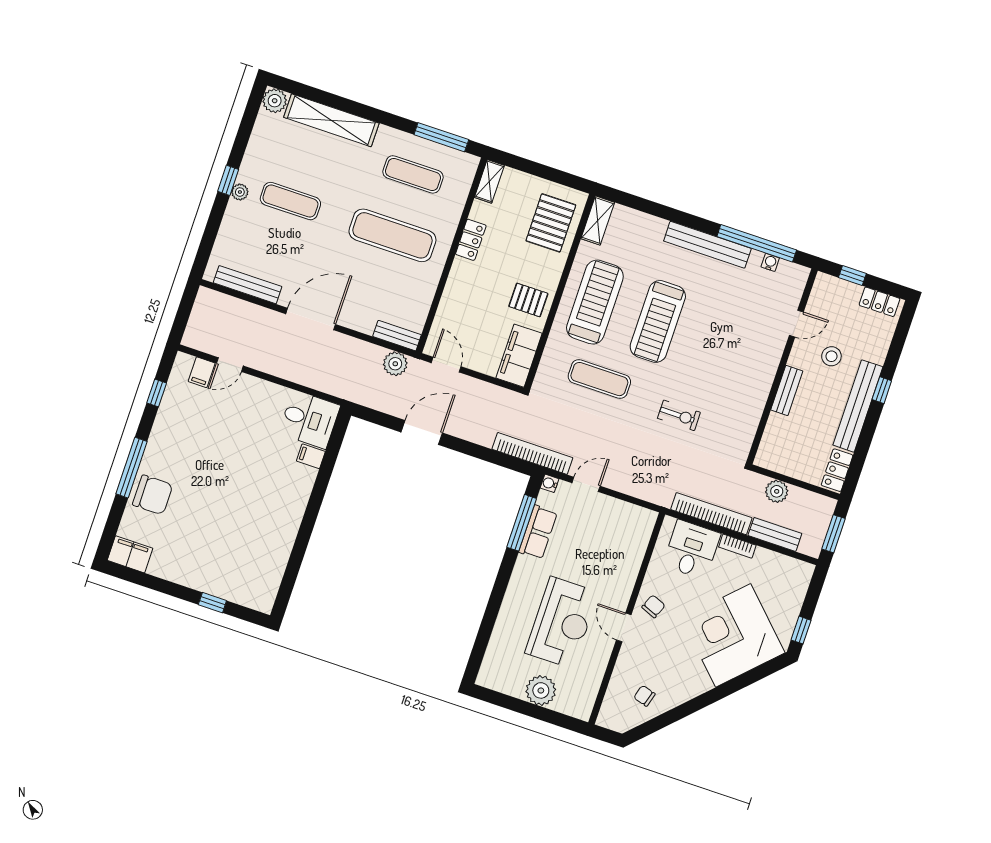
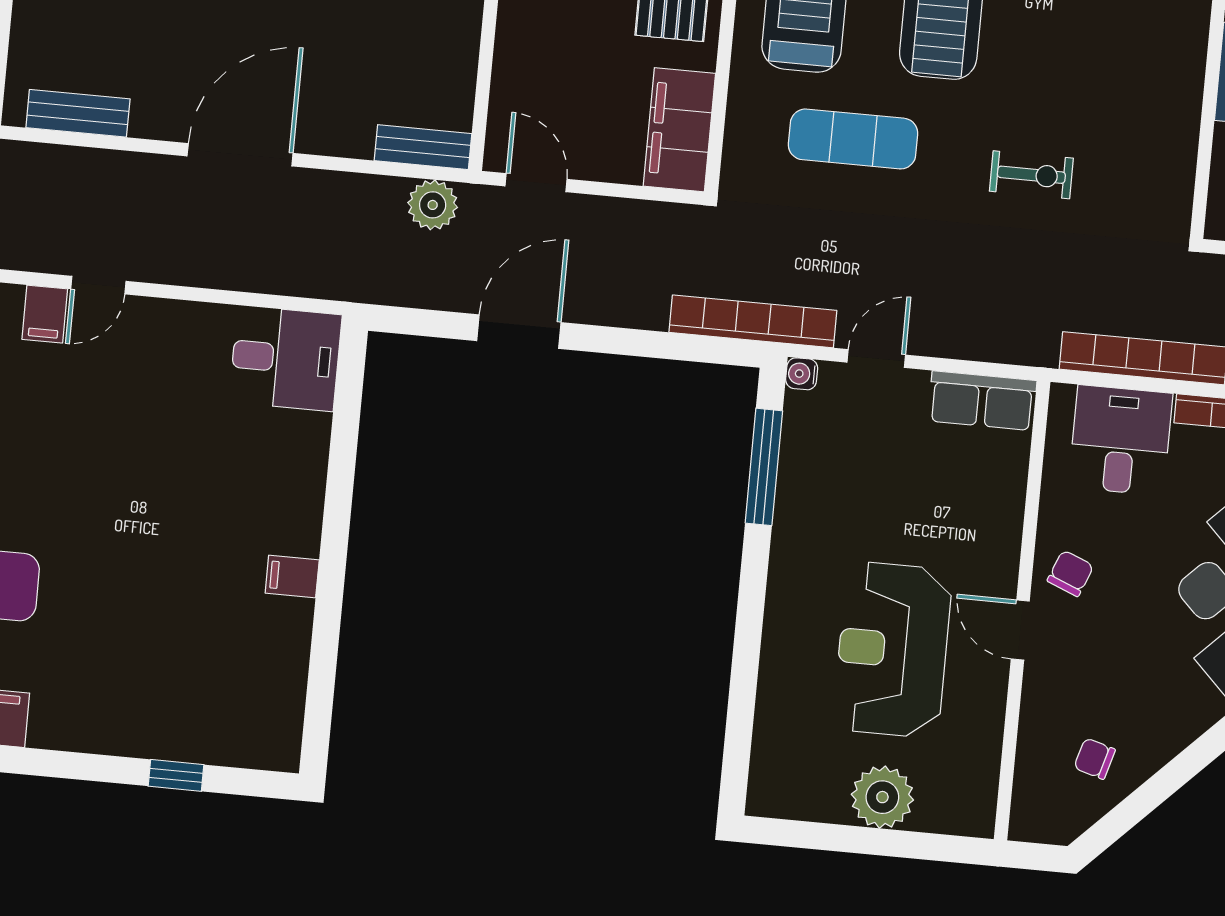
bench: (248, 285) -> (78, 113), width x0.73
filing cabinet: (311, 456) -> (292, 576), moved
row of seats: (538, 532) -> (982, 401), moved, turned 90
reception desk: (562, 623) -> (893, 650), turned 180

